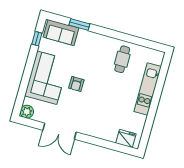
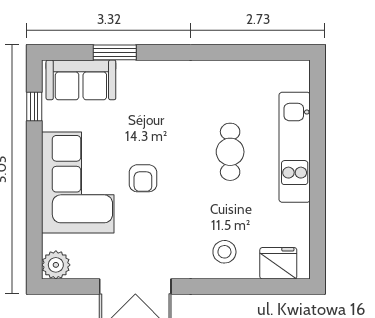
cafe table: (122, 59) -> (230, 152), moved
stool: (103, 127) -> (224, 252), added

